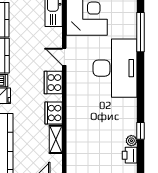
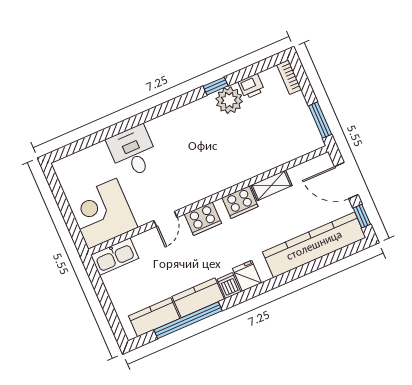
window: (140, 32) -> (94, 139), removed
desk: (115, 68) -> (133, 152), width x0.53, depth x0.77
plant: (131, 141) -> (229, 100), width x1.87, depth x1.87

